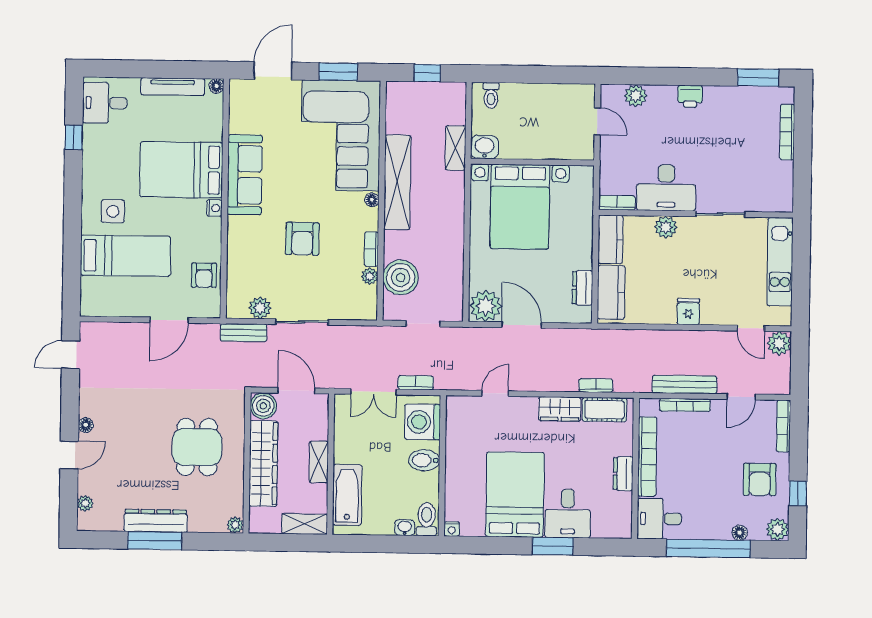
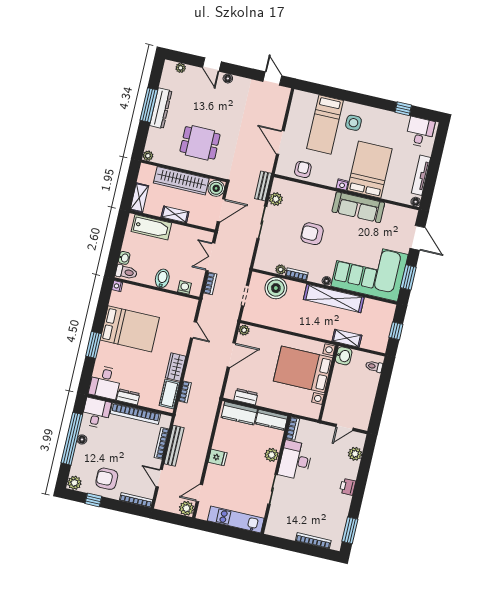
armchair: (204, 275) -> (303, 169), turned 90
plant: (486, 306) -> (244, 330), width x0.53, depth x0.53
washing machine: (423, 422) -> (185, 287), width x0.53, depth x0.53
desk: (568, 513) -> (105, 382), moved, turned -90
floor lamp: (740, 533) -> (82, 439), moved

